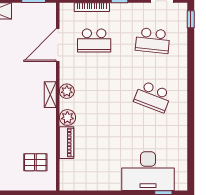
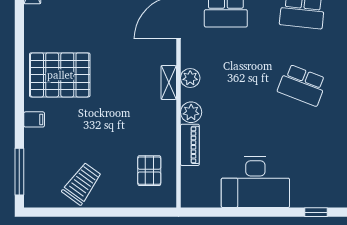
pallet: (35, 162) -> (149, 171), turned 90
desk: (148, 171) -> (255, 182), moved

